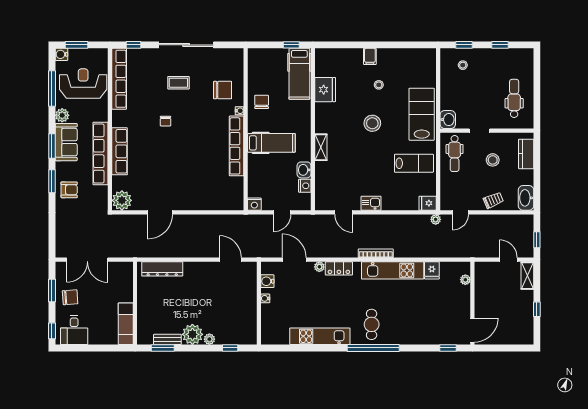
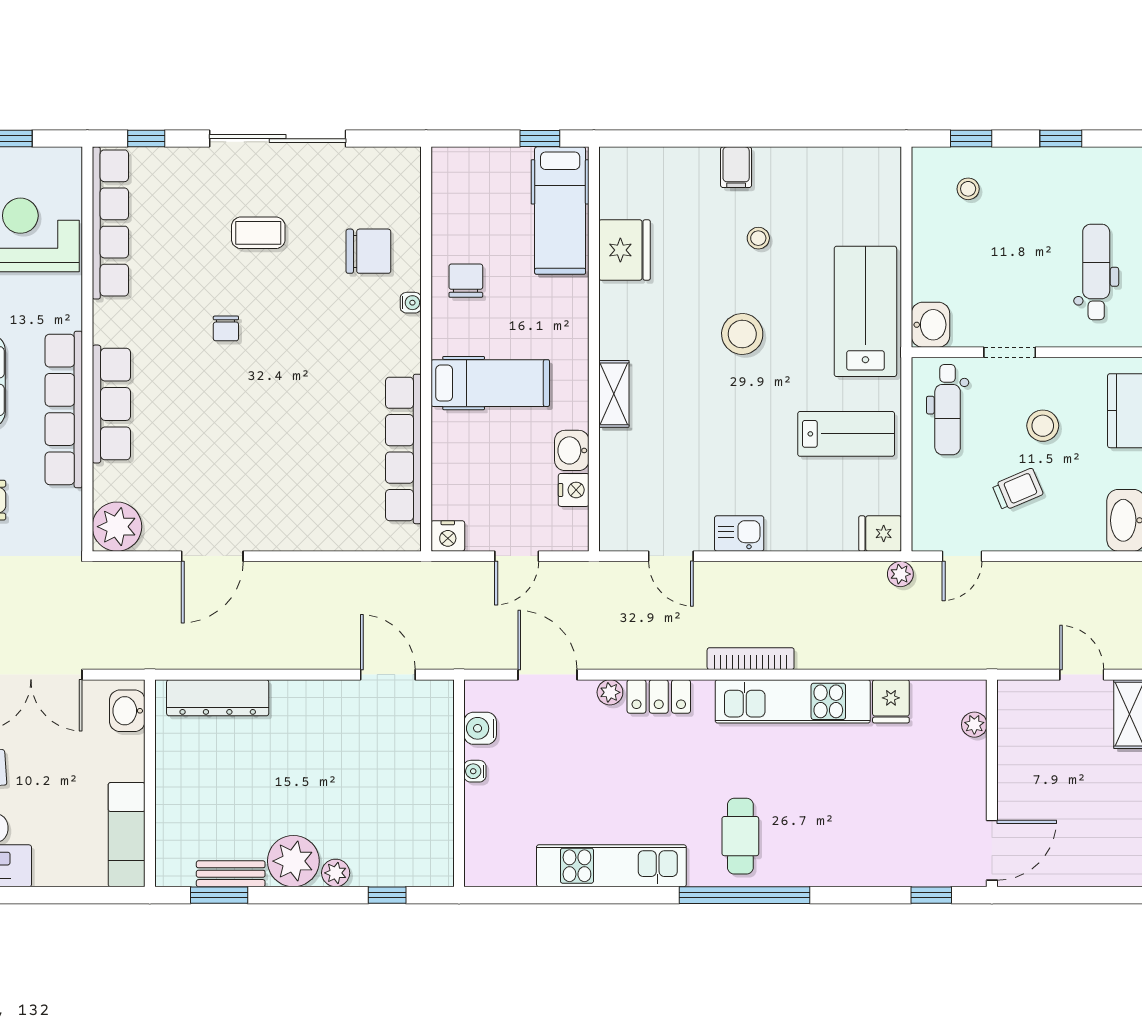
row of seats: (237, 146) -> (403, 449), moved
trolley: (493, 200) -> (1018, 489), moved
washbasin: (126, 274) -> (127, 711), added

